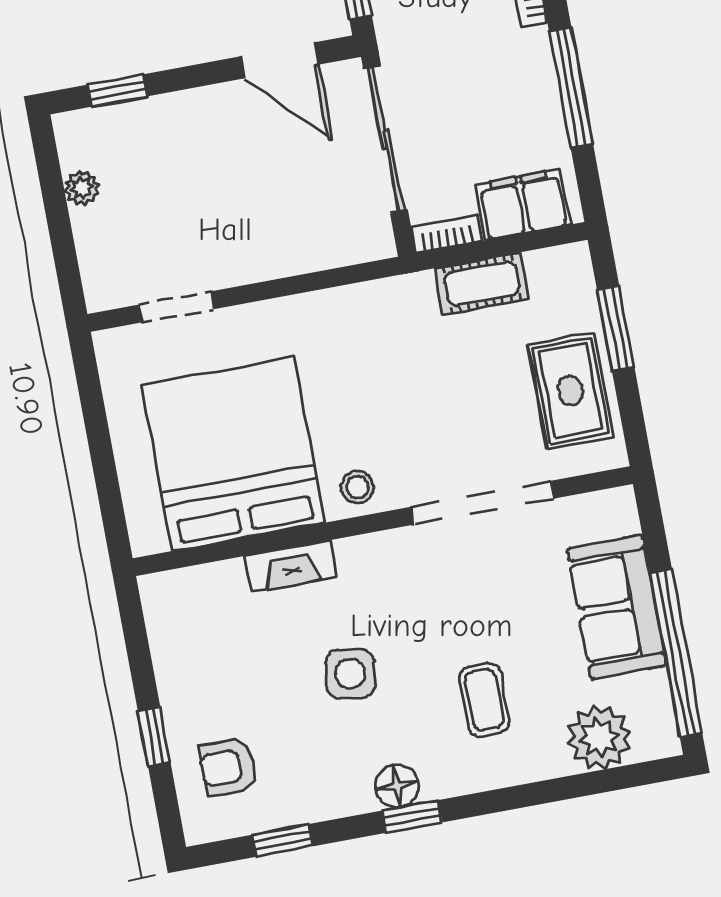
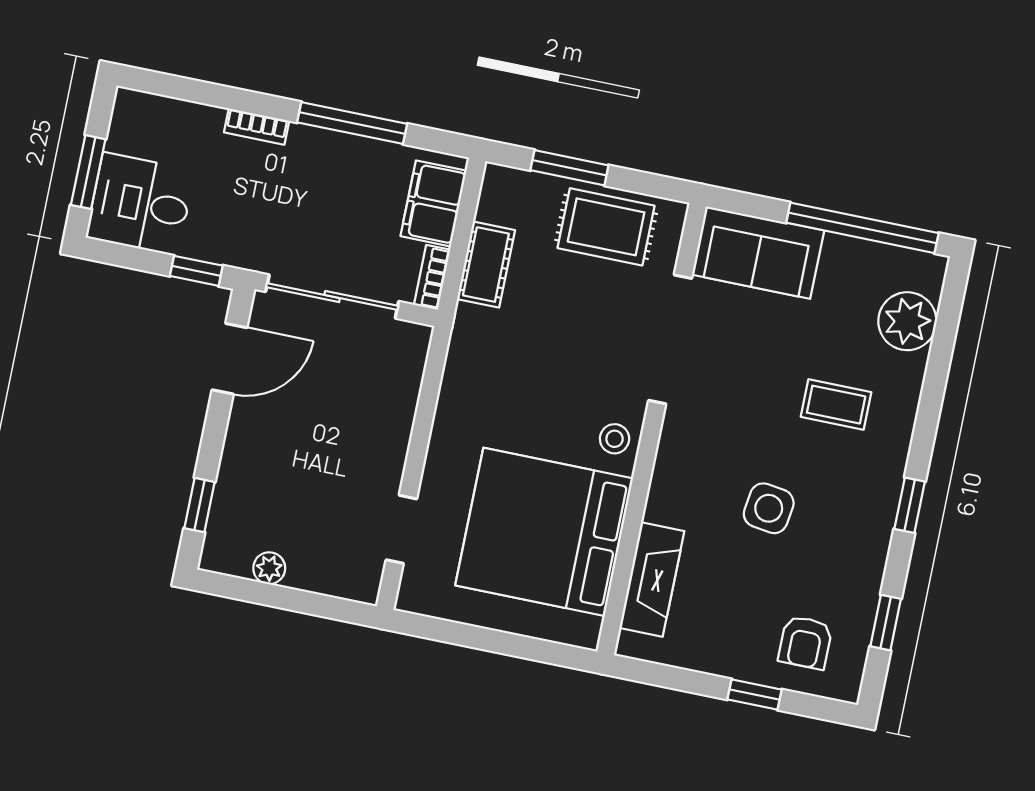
fireplace: (291, 566) -> (652, 579), moved, width x1.37, depth x1.32
sofa: (617, 607) -> (758, 253), moved
floor lamp: (397, 786) -> (879, 507), removed

